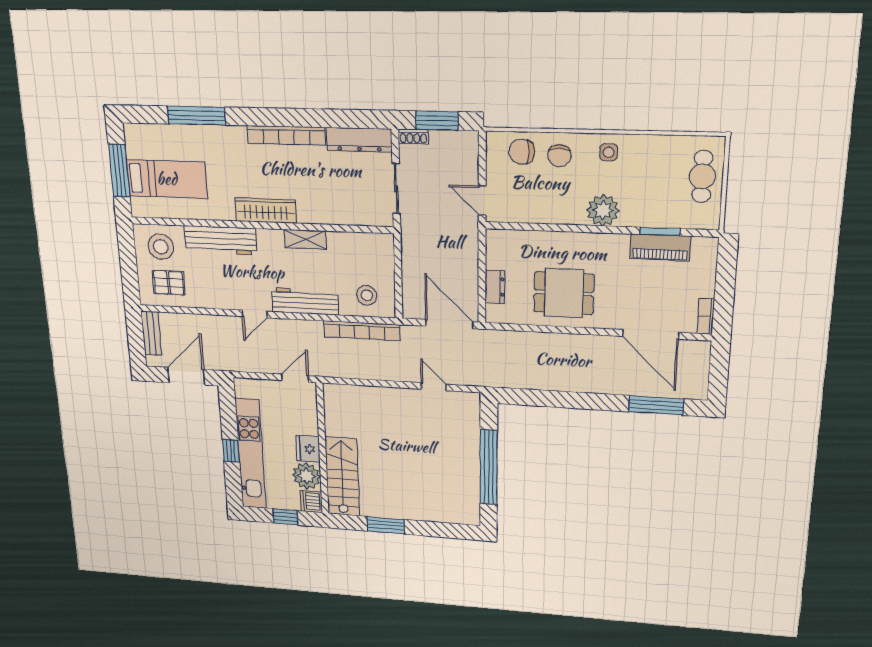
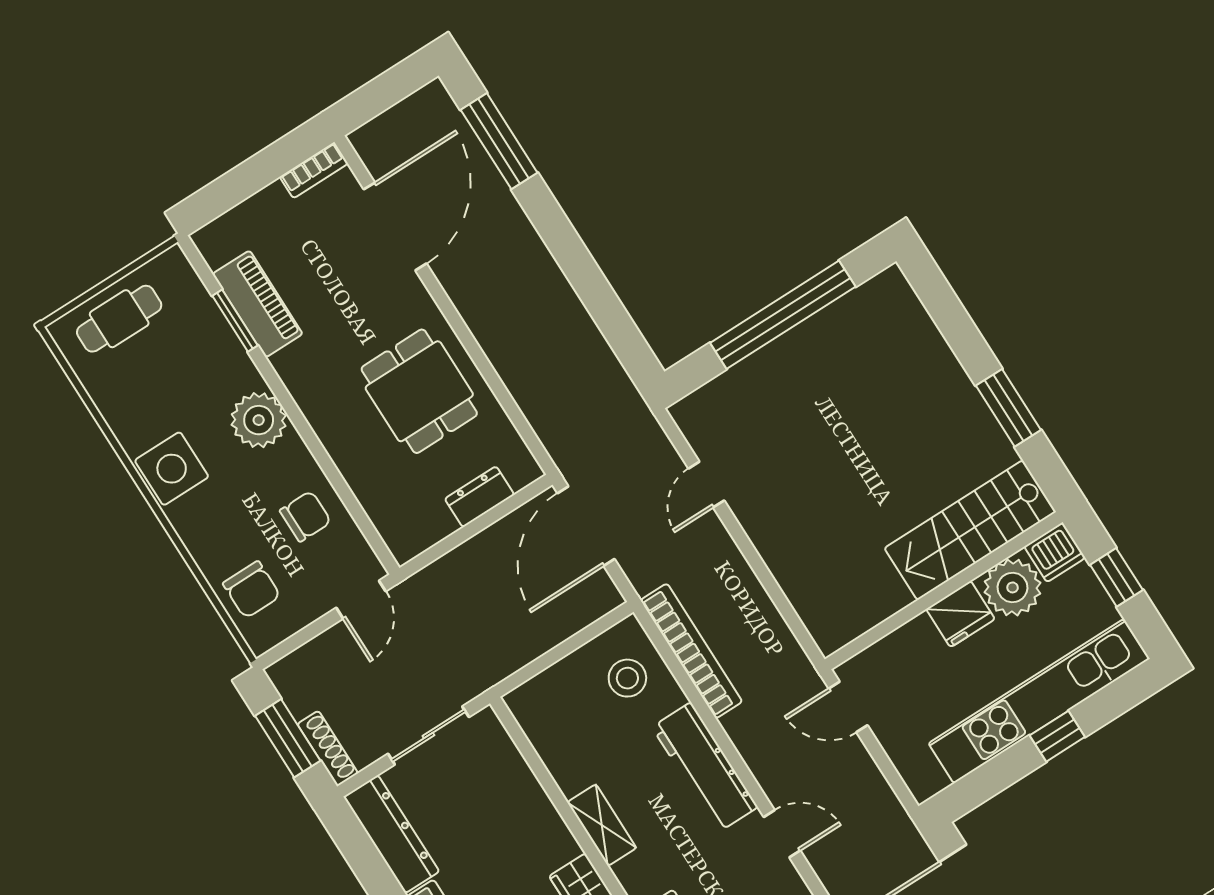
shoe rack: (413, 137) -> (328, 749), width x1.43
side table: (609, 152) -> (172, 469), width x1.87, depth x1.87
chair: (559, 156) -> (305, 516), moved

